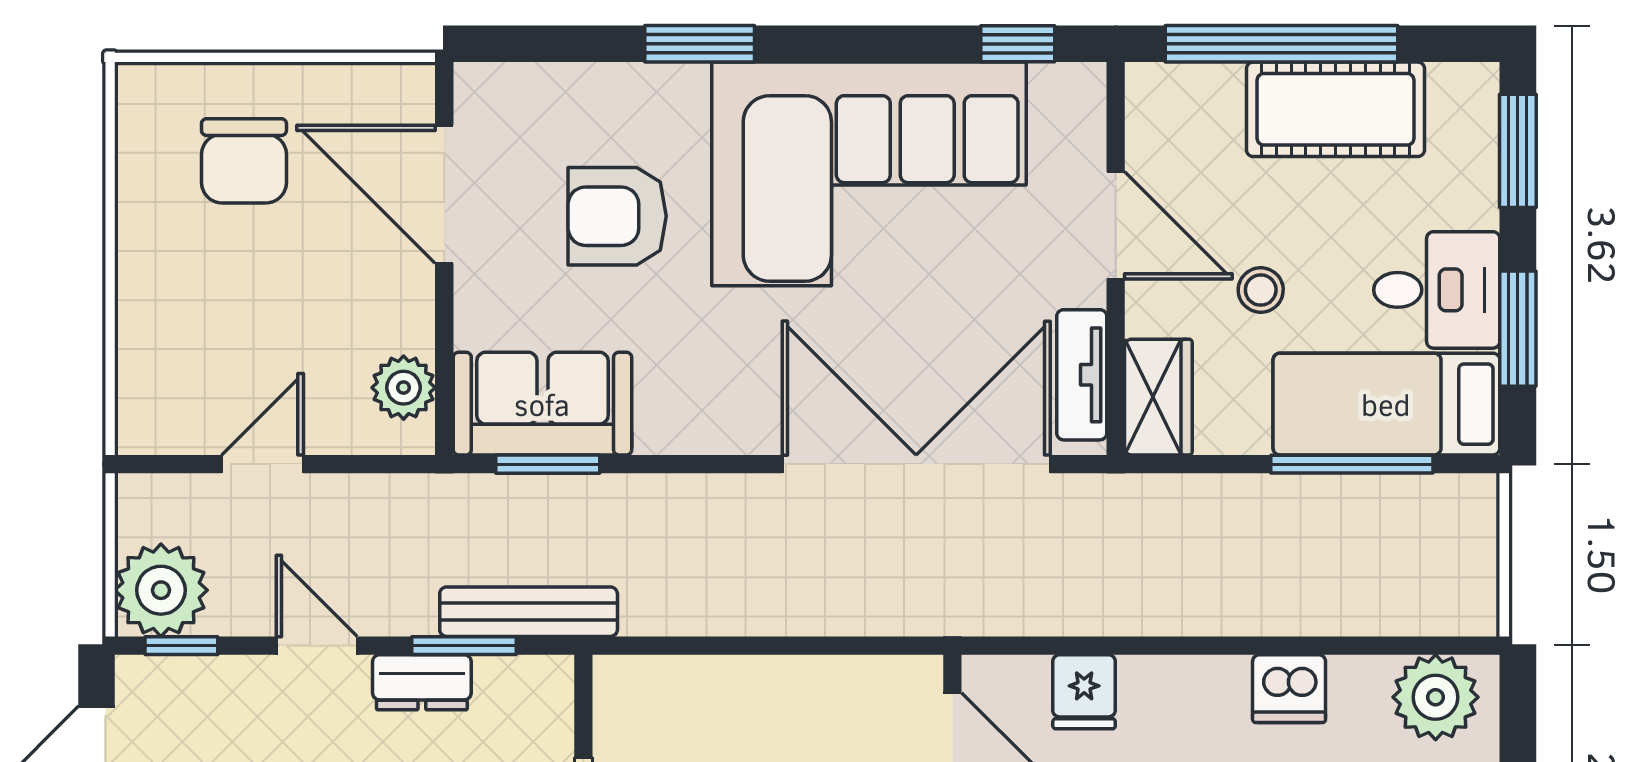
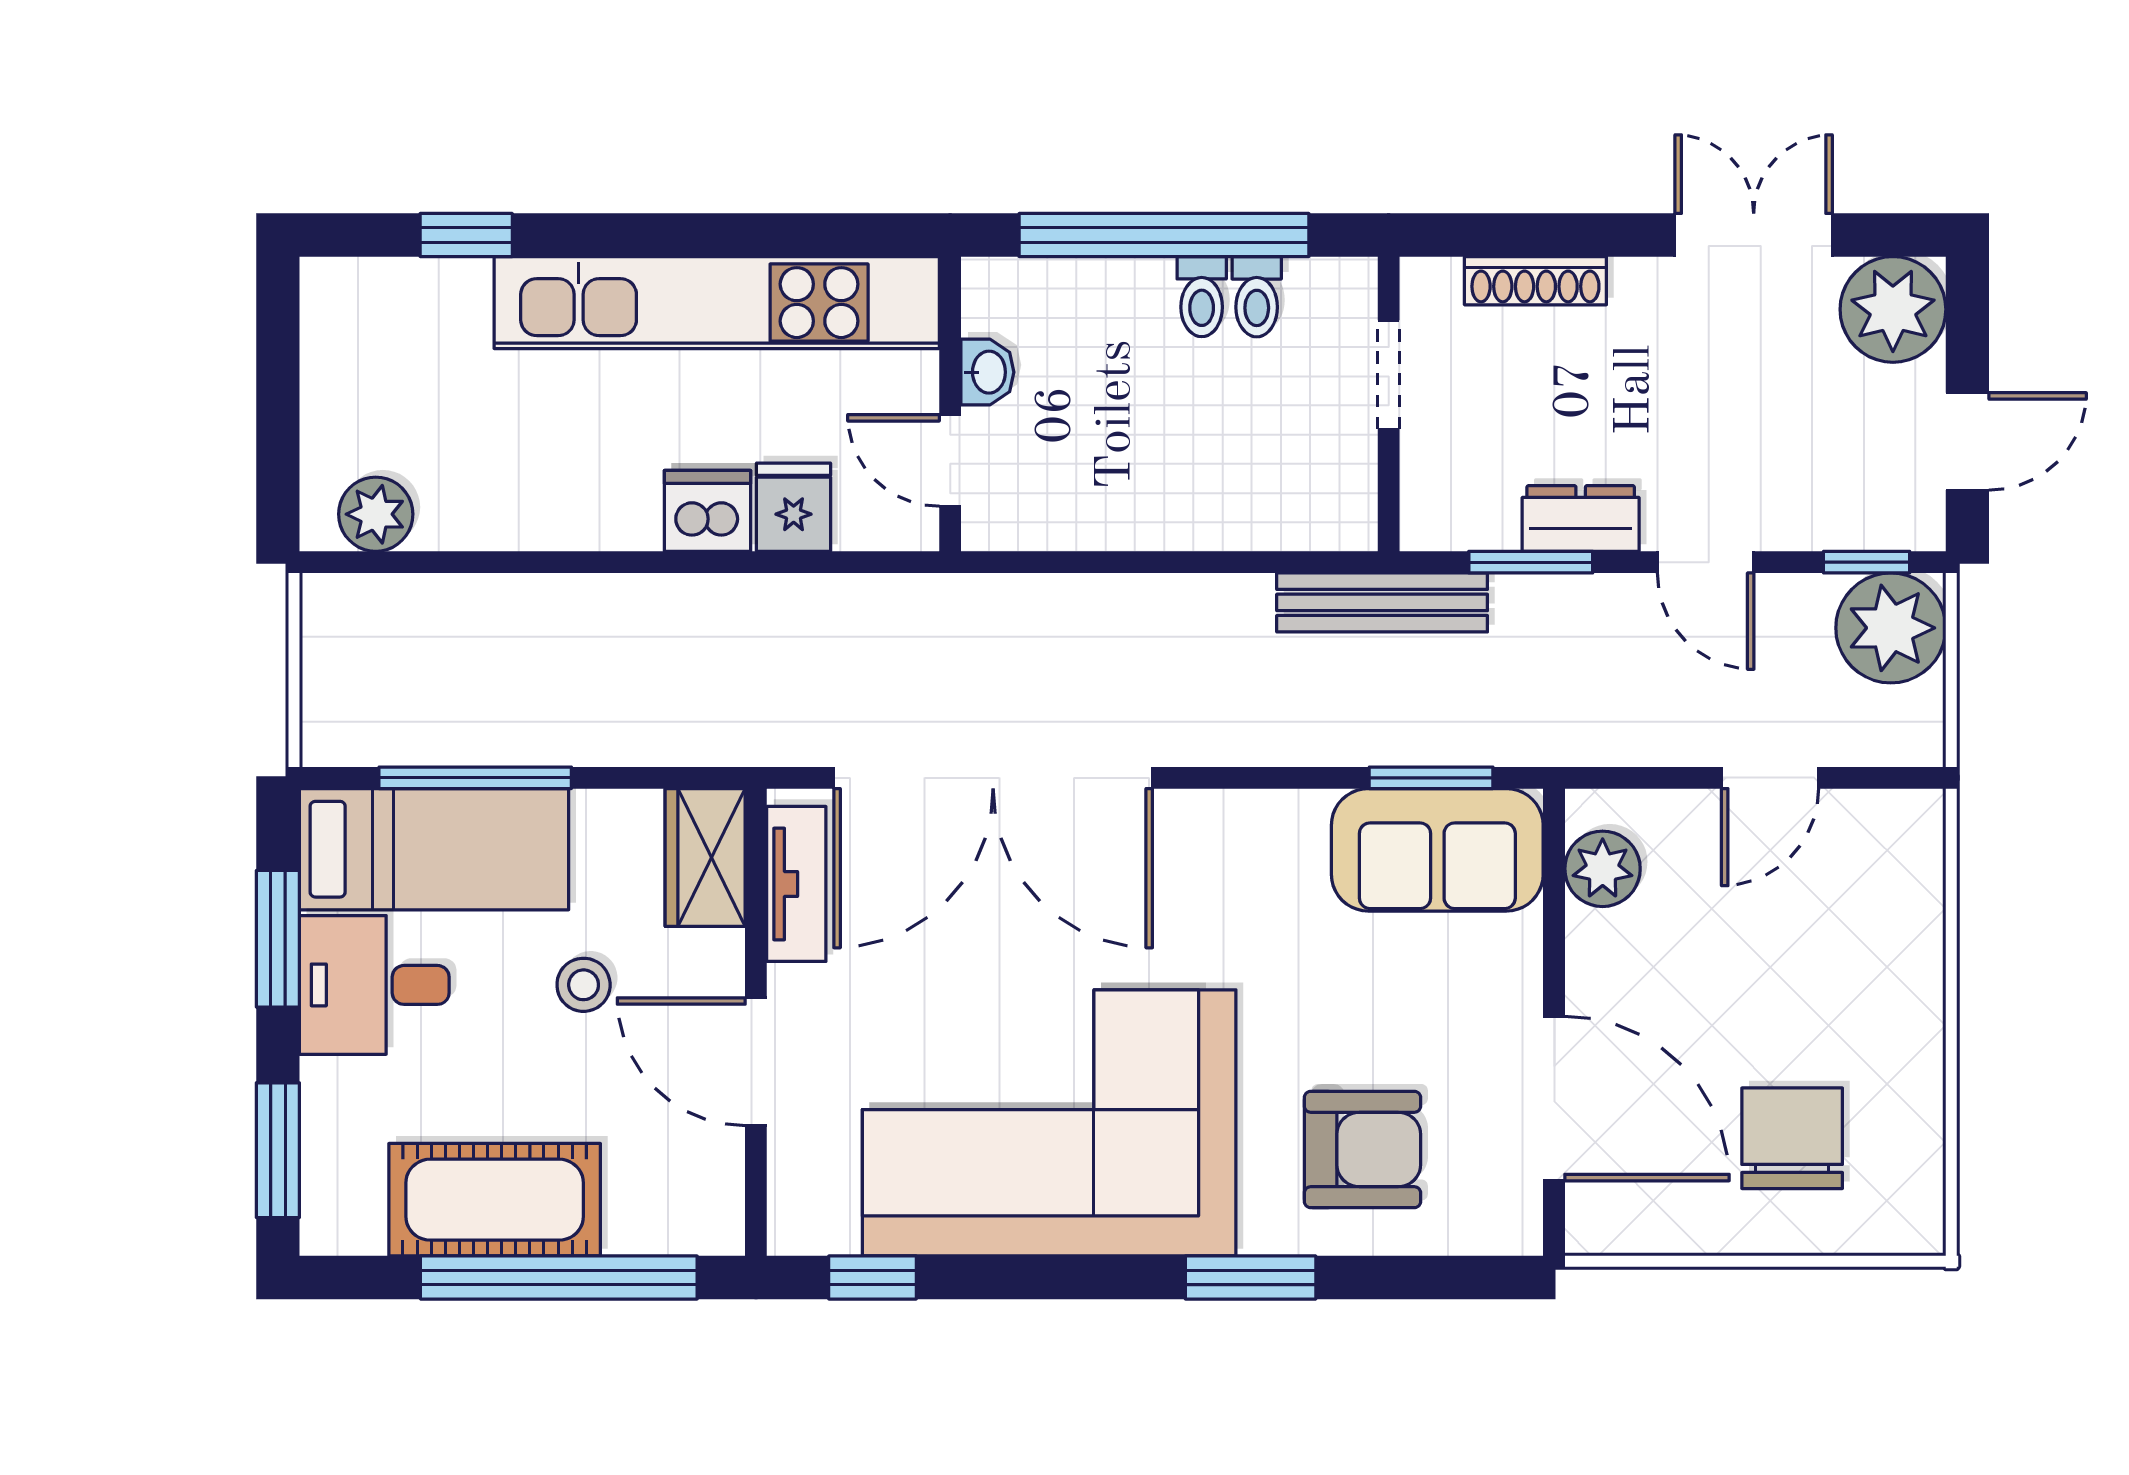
armchair: (617, 216) -> (1362, 1149), moved
bench: (529, 612) -> (1382, 602), moved
dishwasher: (1289, 689) -> (708, 511), moved
plant: (1436, 697) -> (376, 514), width x0.73, depth x0.73

